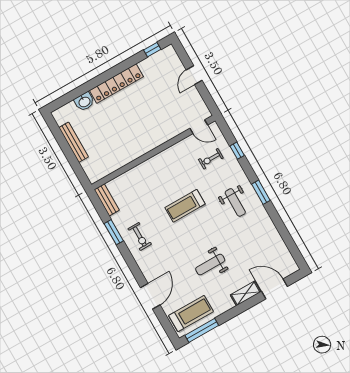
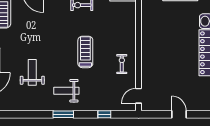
exercise bike: (211, 159) -> (122, 64), moved
weight bench: (210, 265) -> (32, 72), moved

